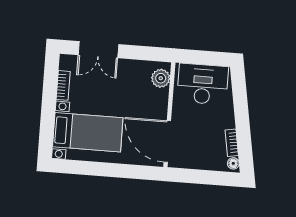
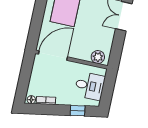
desk: (203, 84) -> (90, 86), width x0.73
window: (240, 96) -> (78, 111), added

